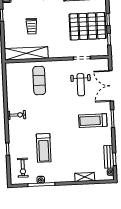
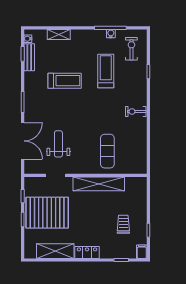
trolley: (32, 26) -> (123, 224), moved
shelving: (26, 53) -> (99, 184), moved
treadmill: (93, 121) -> (65, 81), moved

